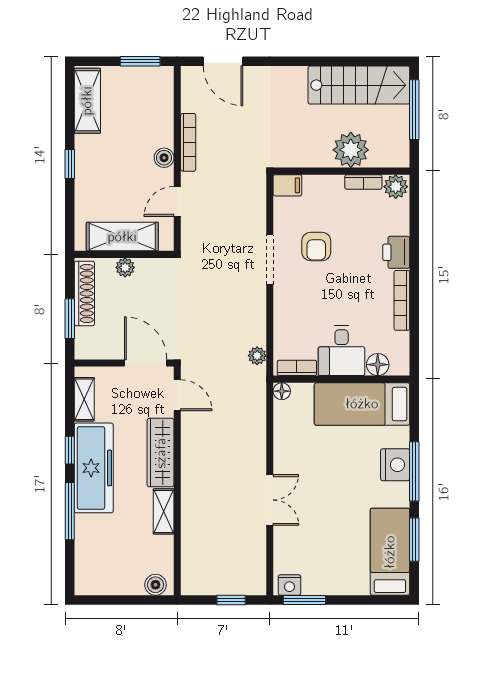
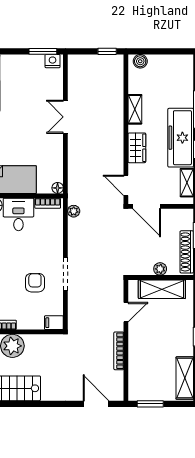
boiler: (164, 158) -> (135, 341), removed
wardrobe: (161, 453) -> (137, 148), width x0.67
window: (231, 600) -> (107, 51), moved

